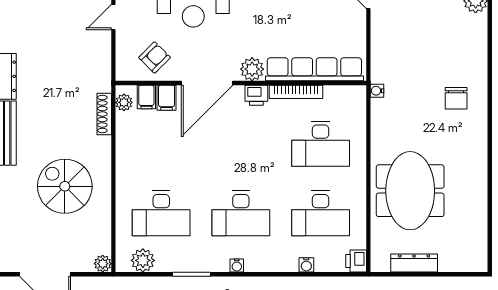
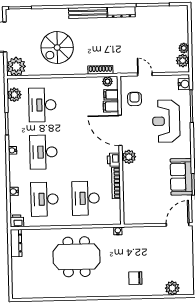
door: (113, 17) -> (145, 74), moved
armchair: (155, 57) -> (135, 99), turned -135
row of seats: (314, 69) -> (130, 194), removed
chair: (456, 98) -> (135, 278), moved
spiral stairs: (65, 186) -> (57, 48), turned 180
meeting table: (410, 191) -> (76, 257), moved
dresser: (414, 263) -> (16, 243), moved
plant: (103, 264) -> (16, 66), width x1.87, depth x1.87

